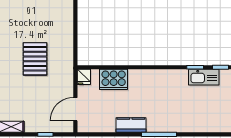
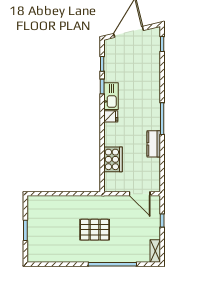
fridge: (84, 77) -> (111, 116), moved
kitchen sink: (204, 77) -> (111, 96), moved

